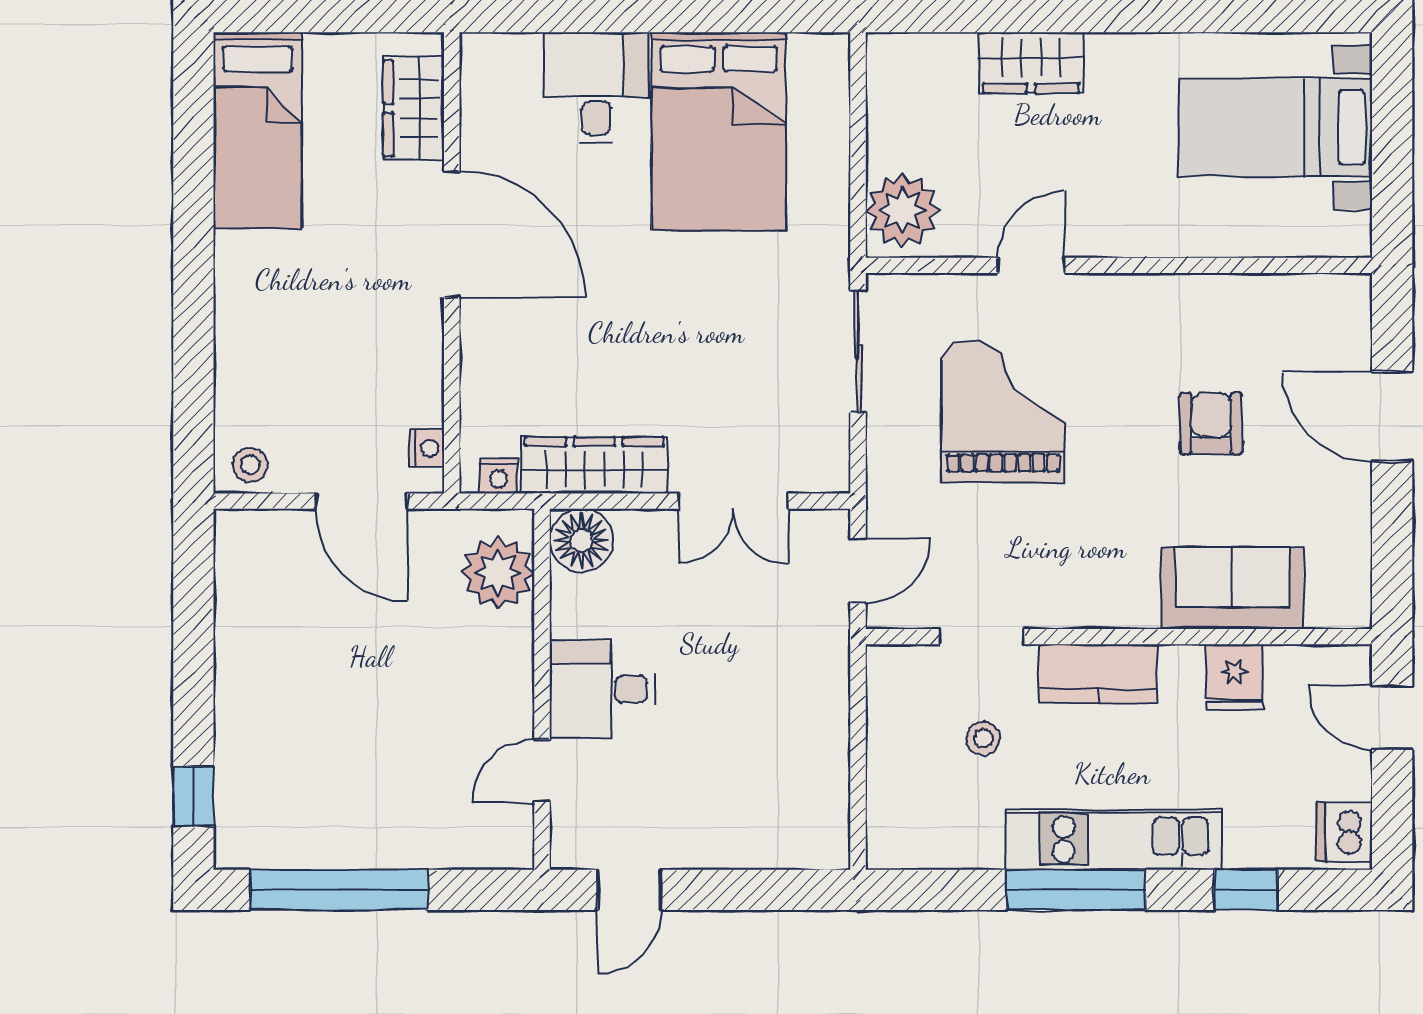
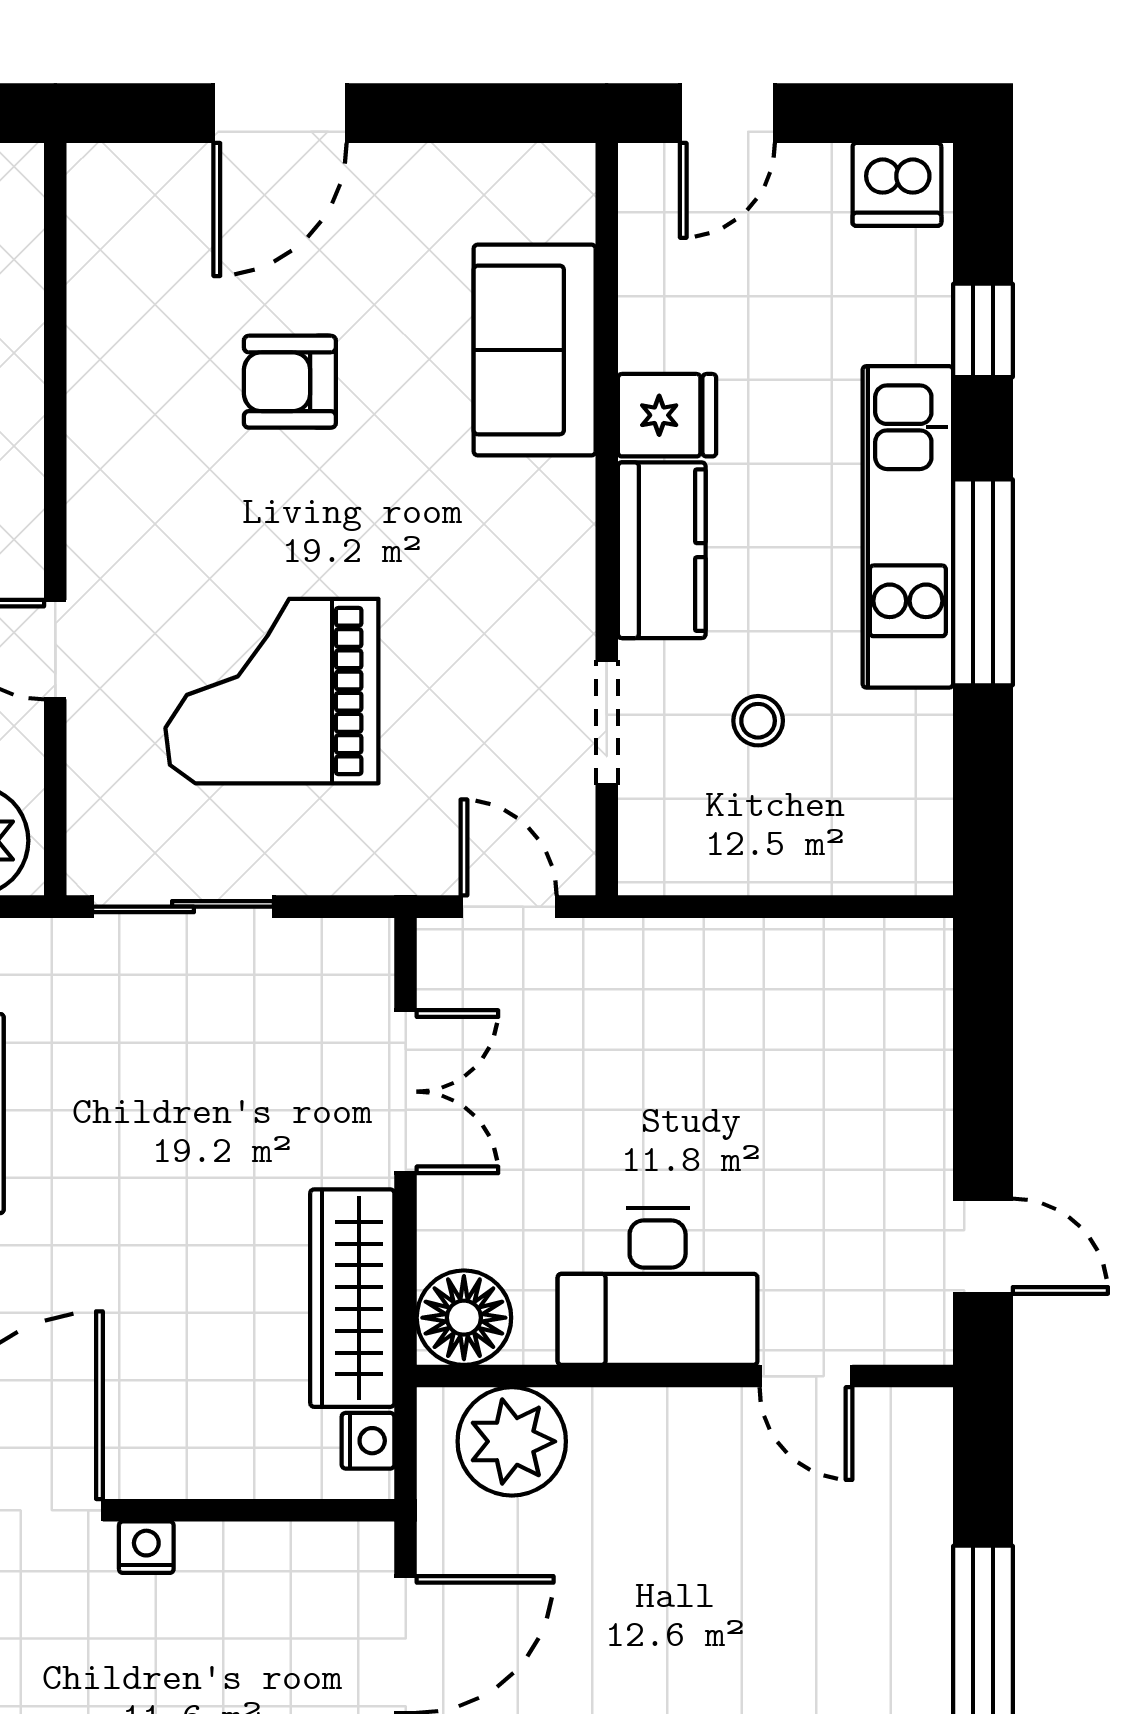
nightstand: (427, 448) -> (146, 1547), moved
fridge: (1234, 677) -> (667, 415), moved
desk: (602, 689) -> (658, 1286), width x1.37

